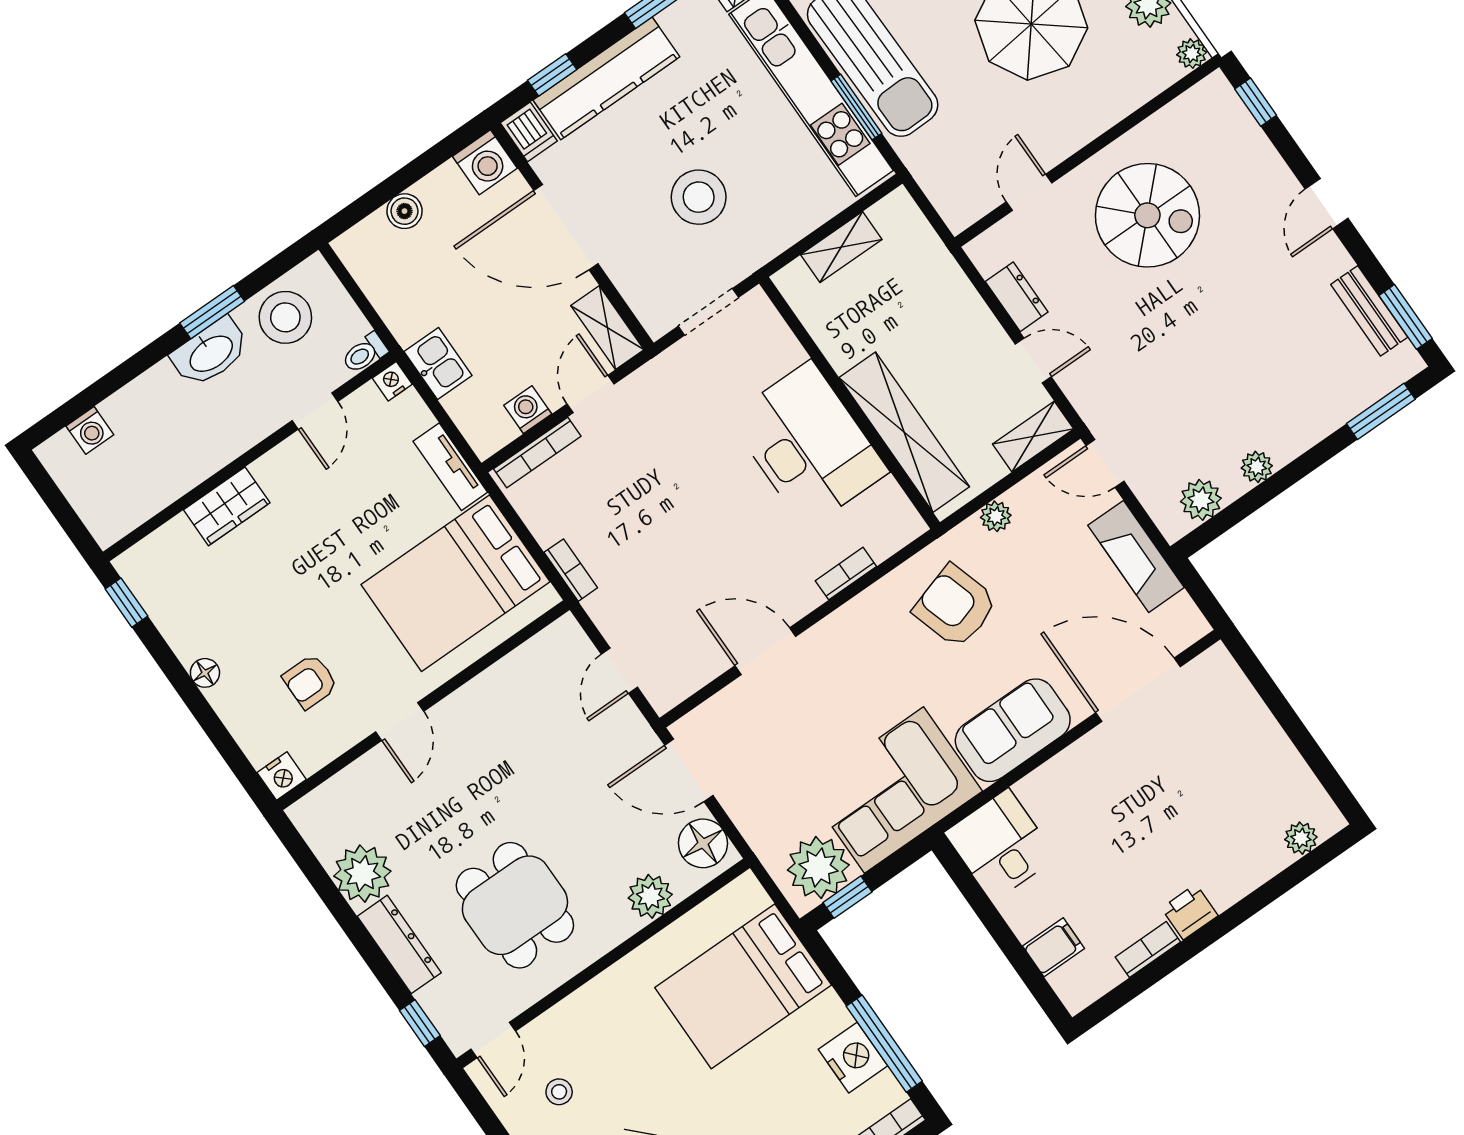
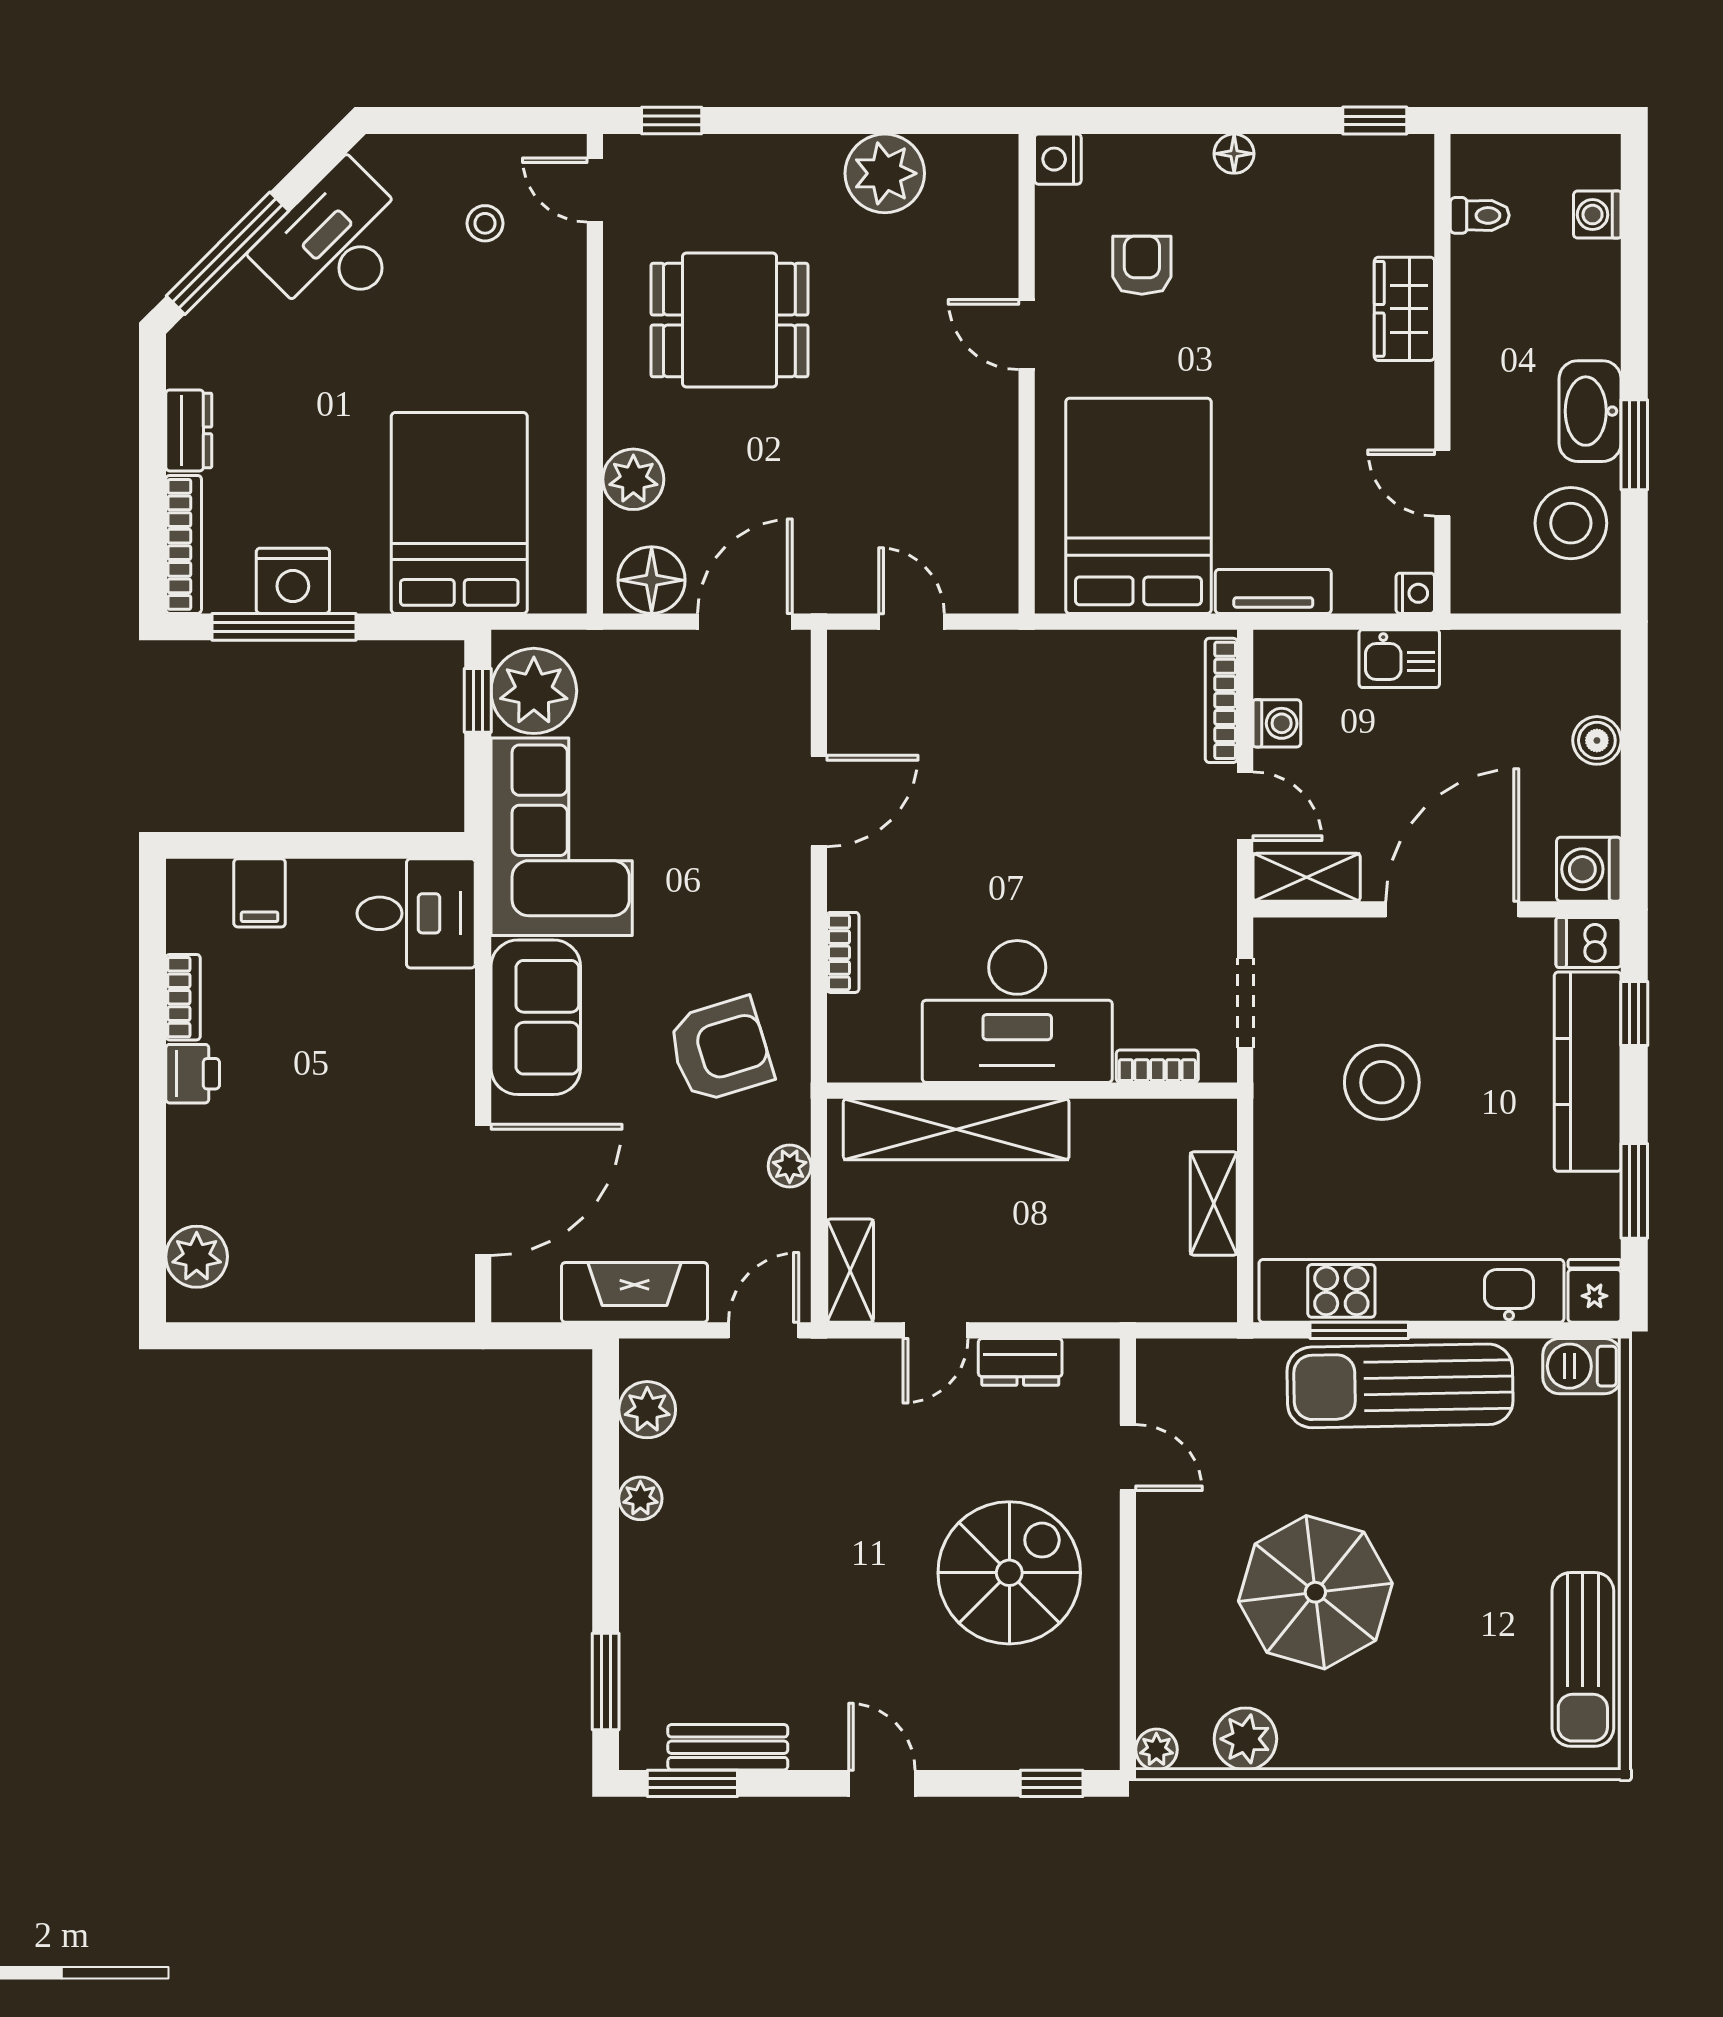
spiral stairs: (1147, 215) -> (1009, 1573), turned 180
toilet: (365, 353) -> (1480, 215), moved, turned 90
bookcase: (571, 570) -> (1157, 1066), moved, turned 180
plant: (1301, 838) -> (197, 1257), width x1.38, depth x1.38
dresser: (399, 944) -> (776, 159), removed

